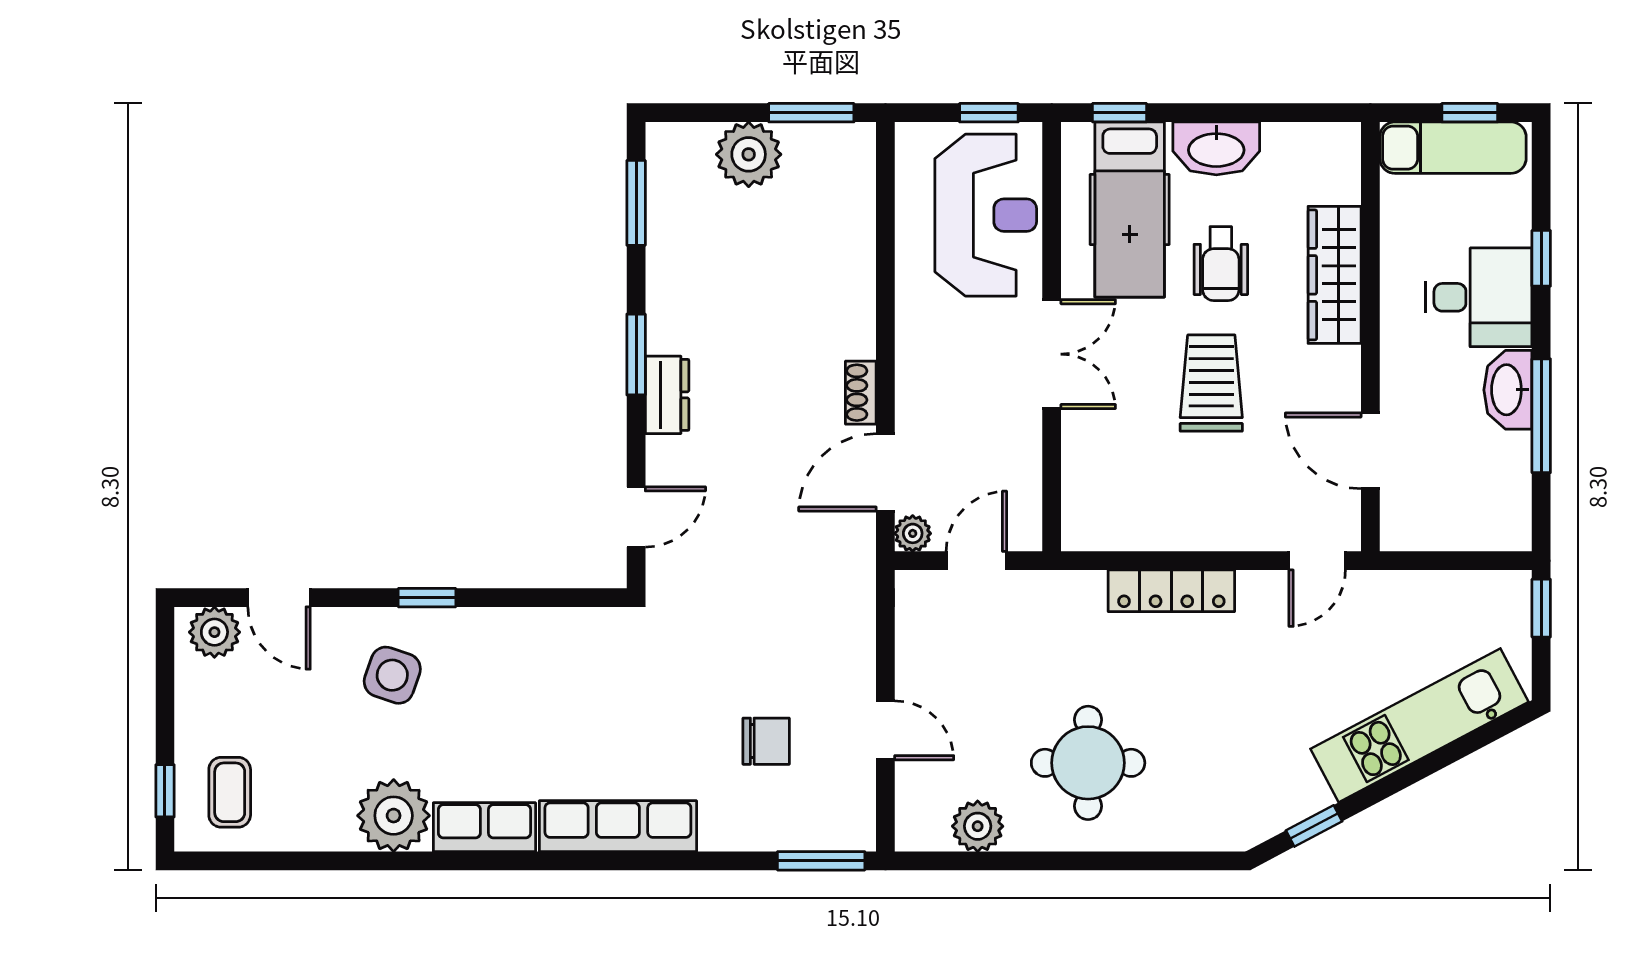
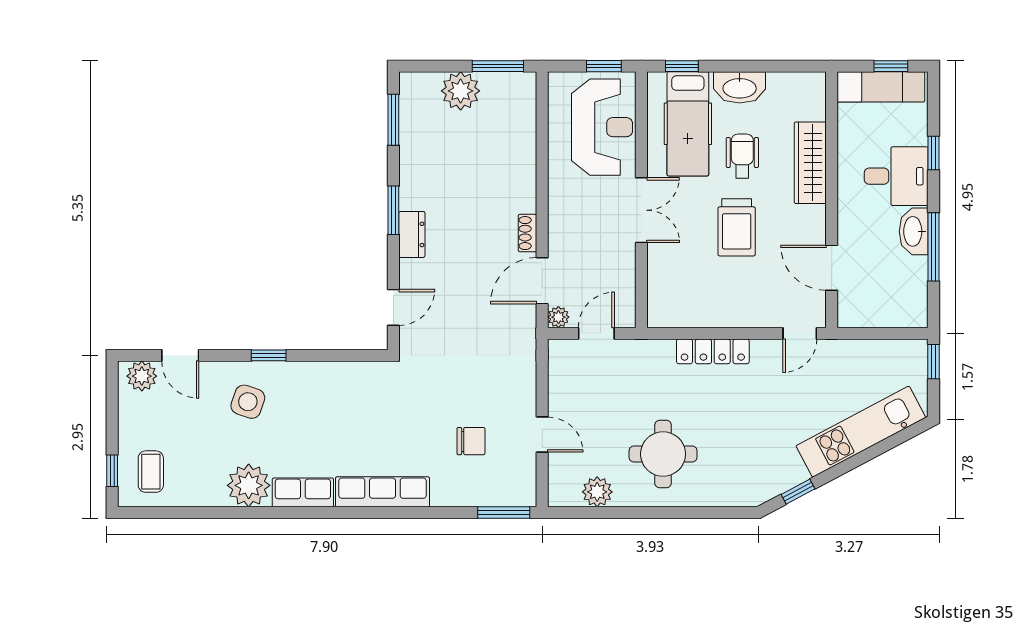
wheelchair: (1221, 264) -> (742, 156), turned 180
trolley: (1211, 383) -> (737, 227), turned 180

